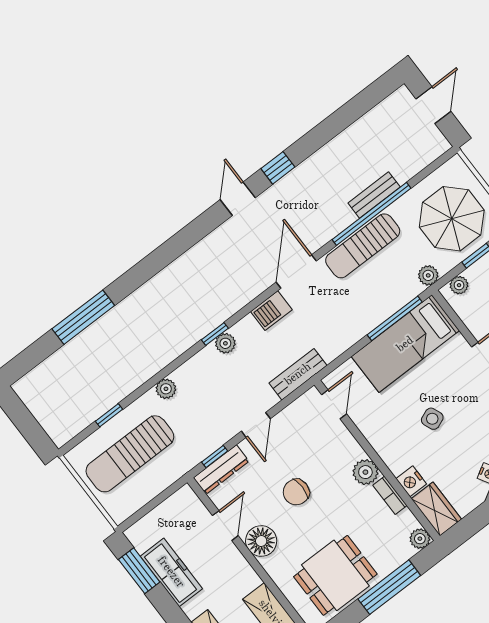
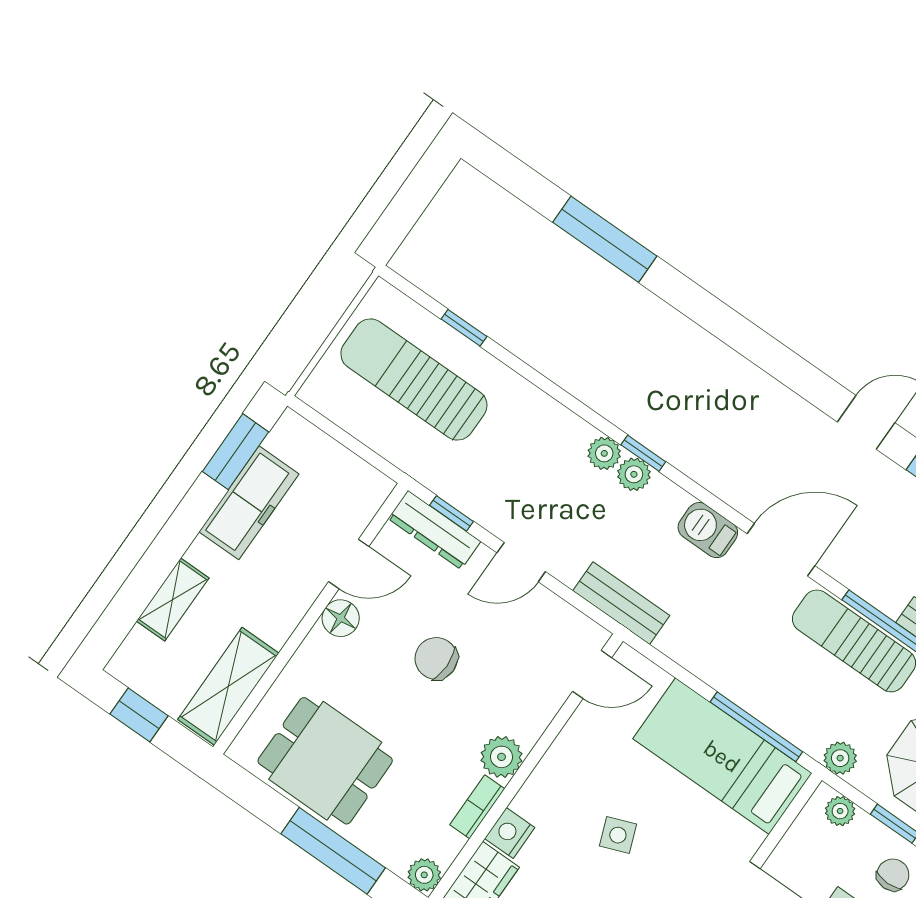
plant: (166, 389) -> (604, 453), moved
floor lamp: (261, 541) -> (341, 618), width x0.73, depth x0.73

